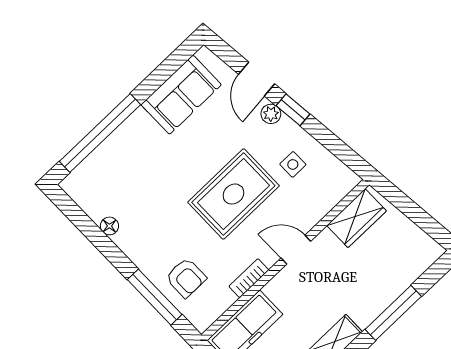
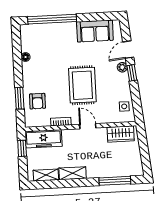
side table: (293, 164) -> (124, 106), moved
rug: (233, 194) -> (82, 85), turned 90
window: (155, 297) -> (19, 98), width x0.69
window: (393, 313) -> (115, 181), moved

